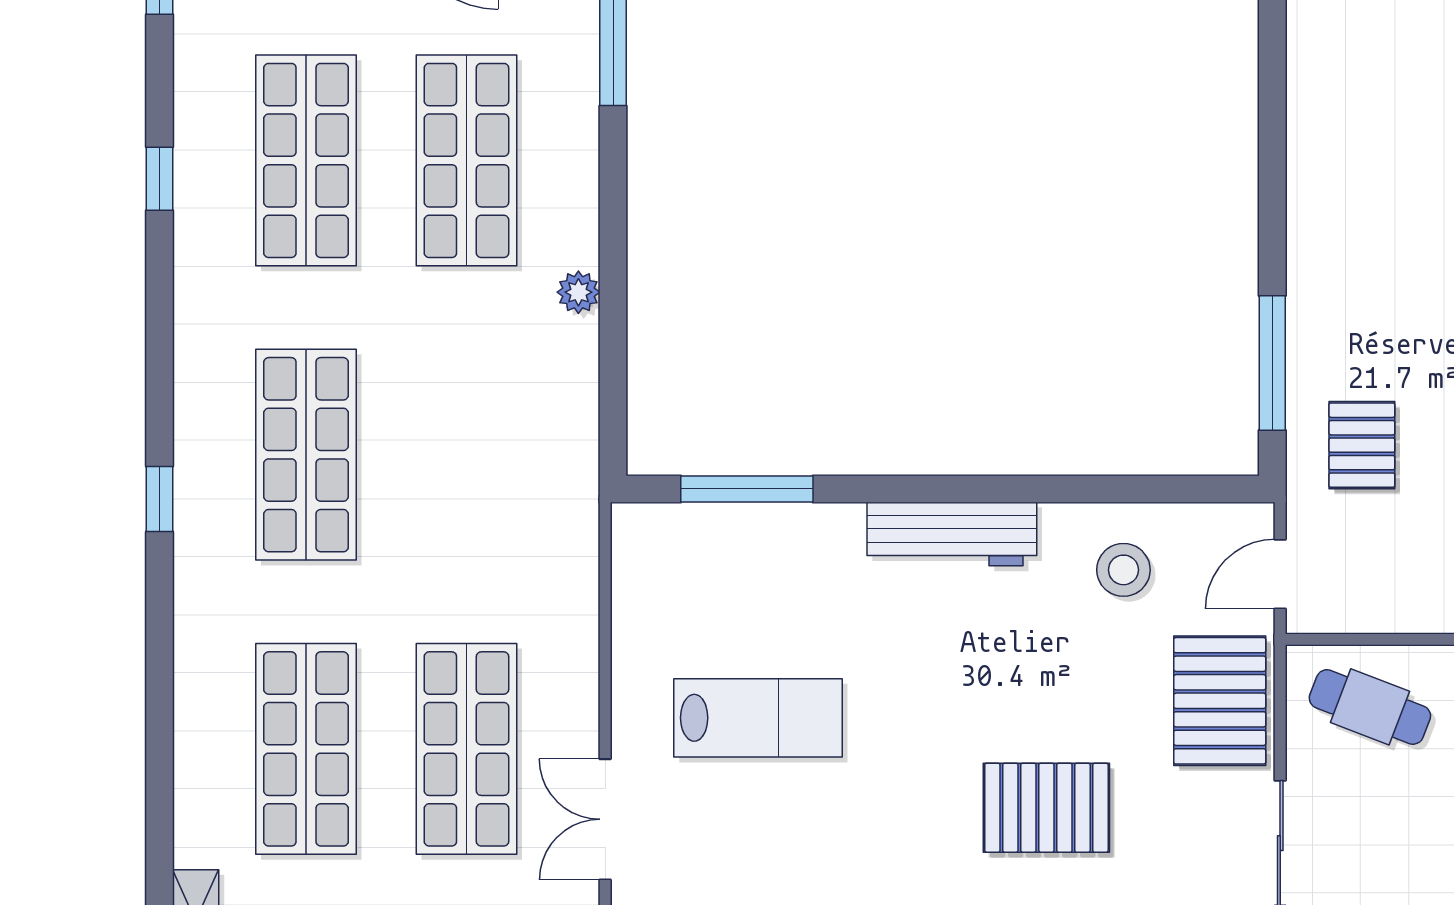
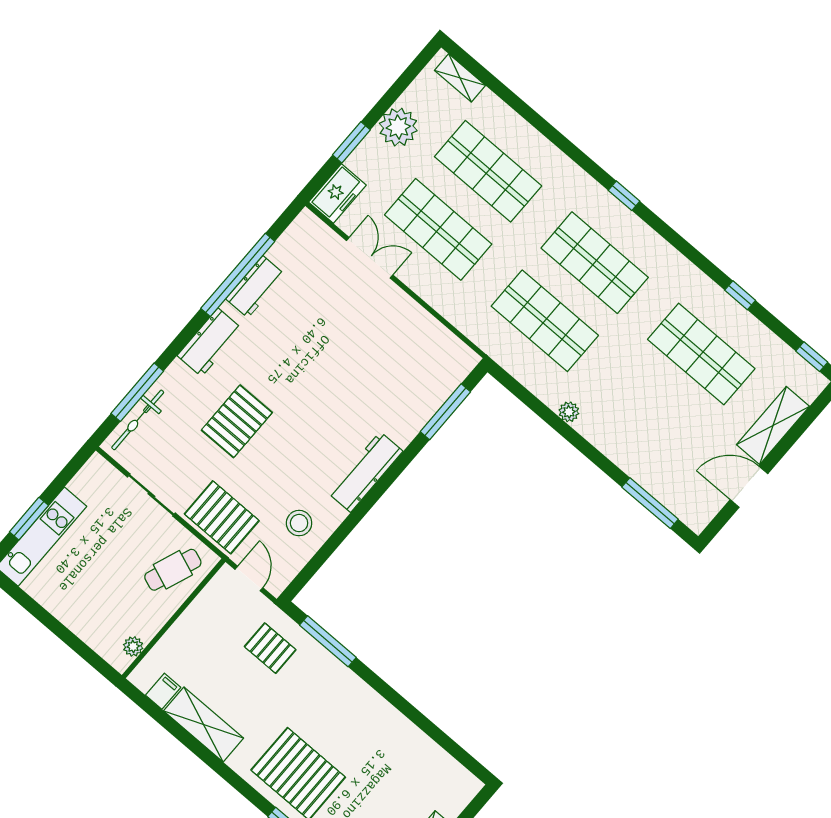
shop shelf: (466, 160) -> (545, 321), moved
lab bench: (758, 718) -> (359, 345), removed

